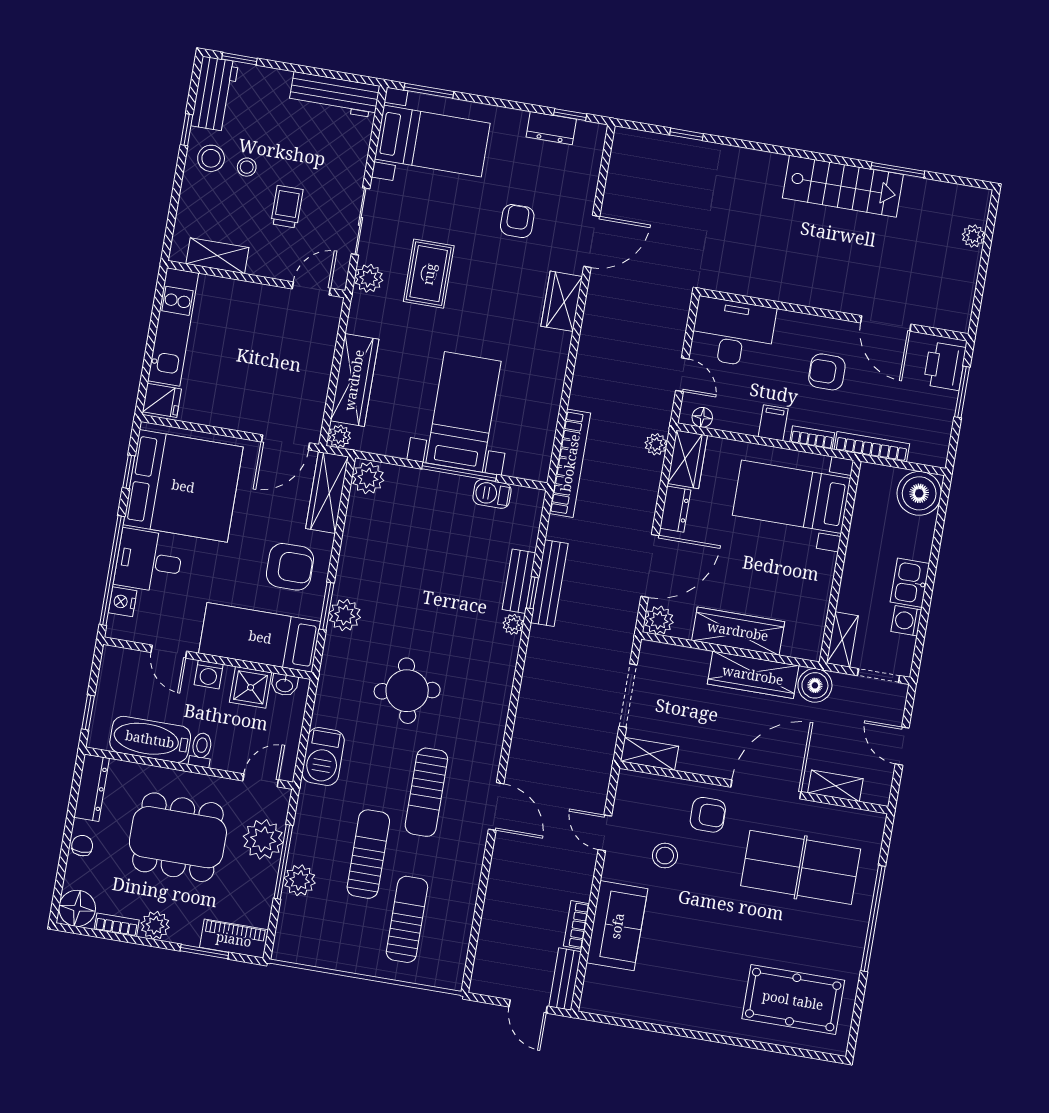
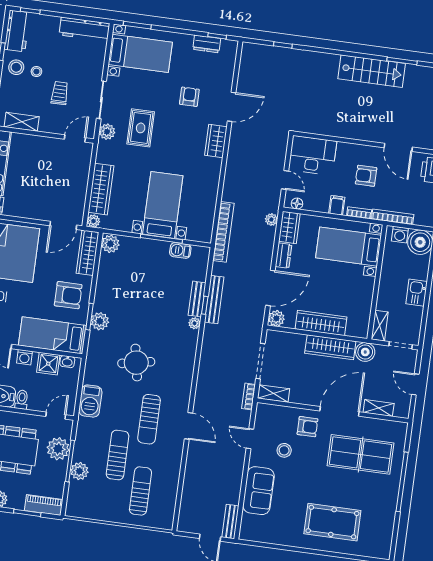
washing machine: (906, 621) -> (400, 235), moved, turned -90
bookcase: (576, 925) -> (248, 396), moved
pool table: (793, 1000) -> (332, 522), moved

